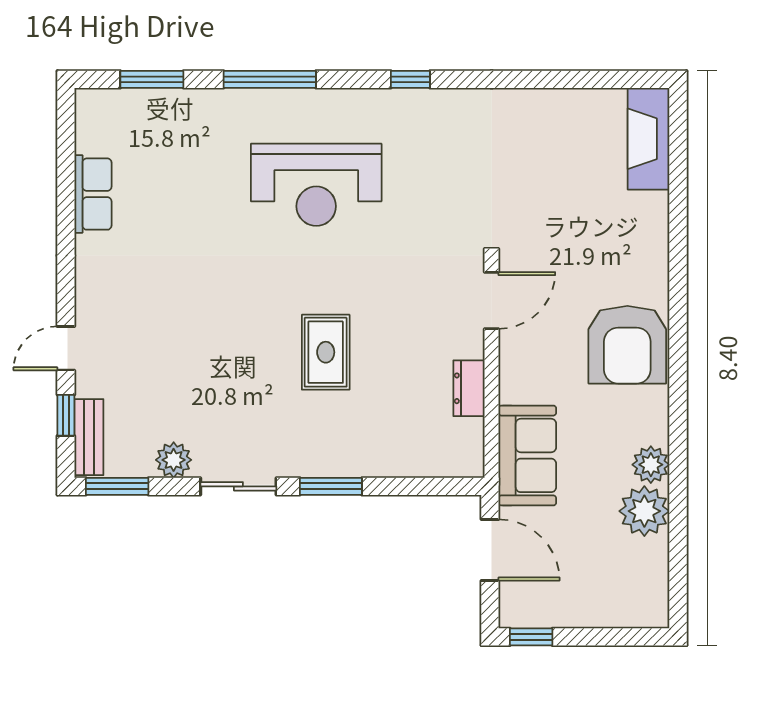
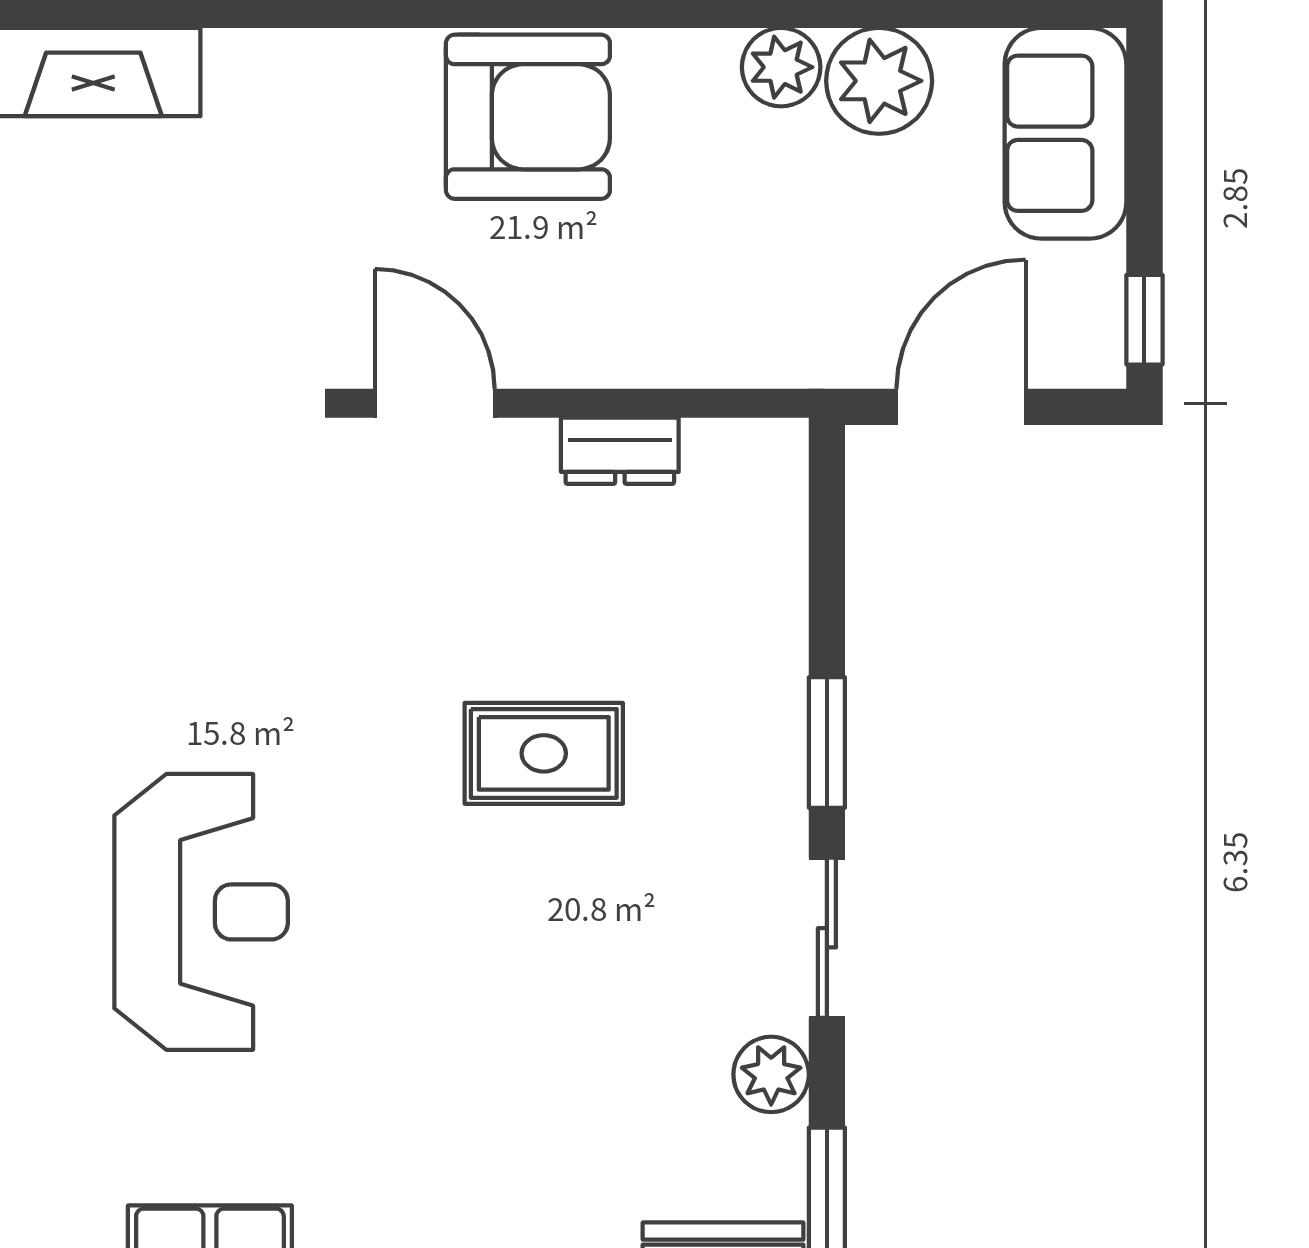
reception desk: (316, 185) -> (201, 912), moved
sofa: (527, 455) -> (1066, 133), moved, turned -90

